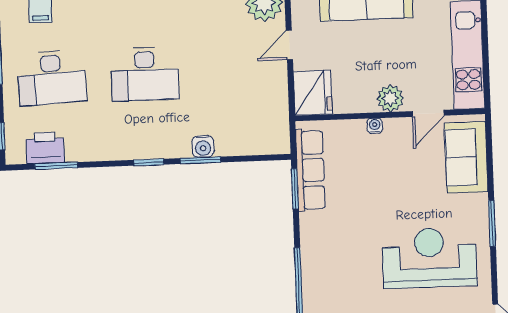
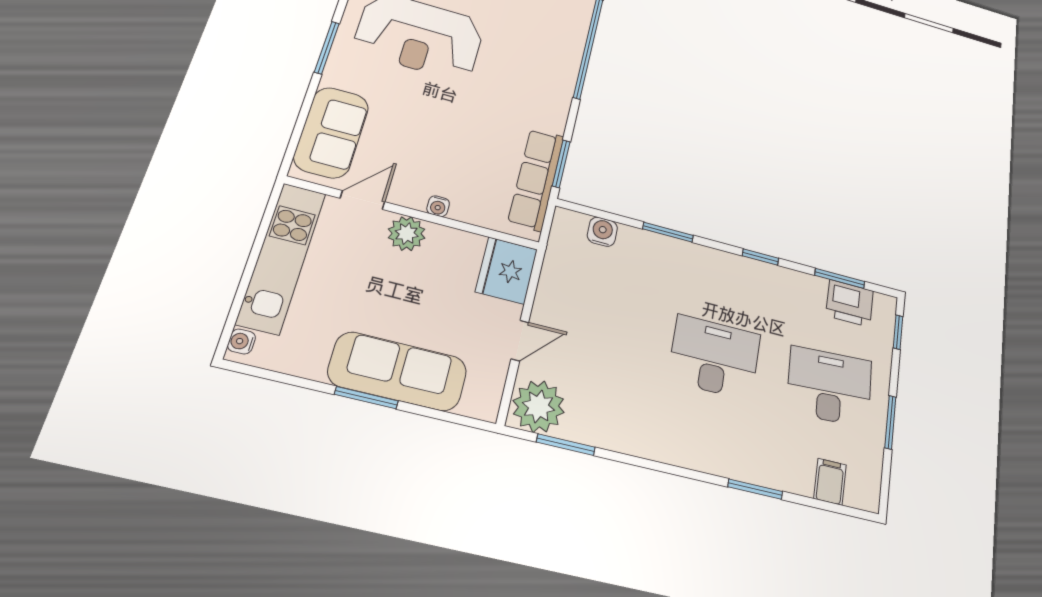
water cooler: (203, 146) -> (602, 232), moved
window: (149, 162) -> (760, 257), moved

